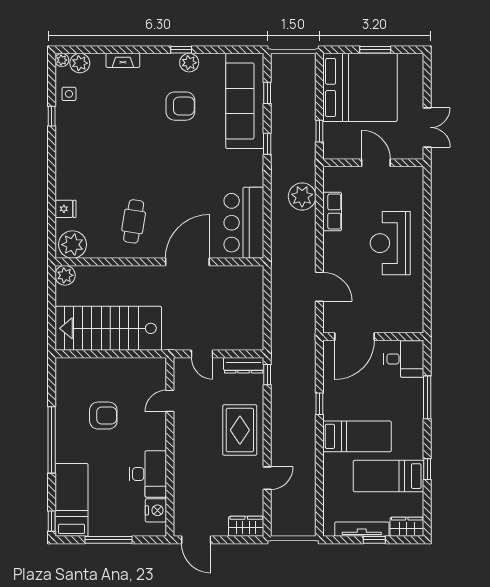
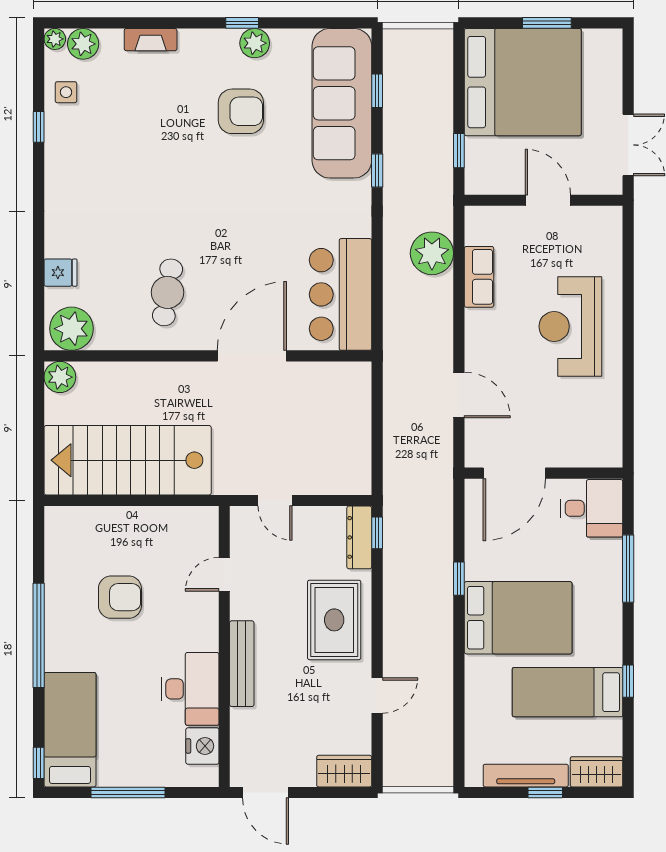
dresser: (244, 365) -> (359, 537), moved, turned 90
bed: (357, 436) -> (518, 618), width x1.50
bench: (181, 458) -> (242, 664), added

